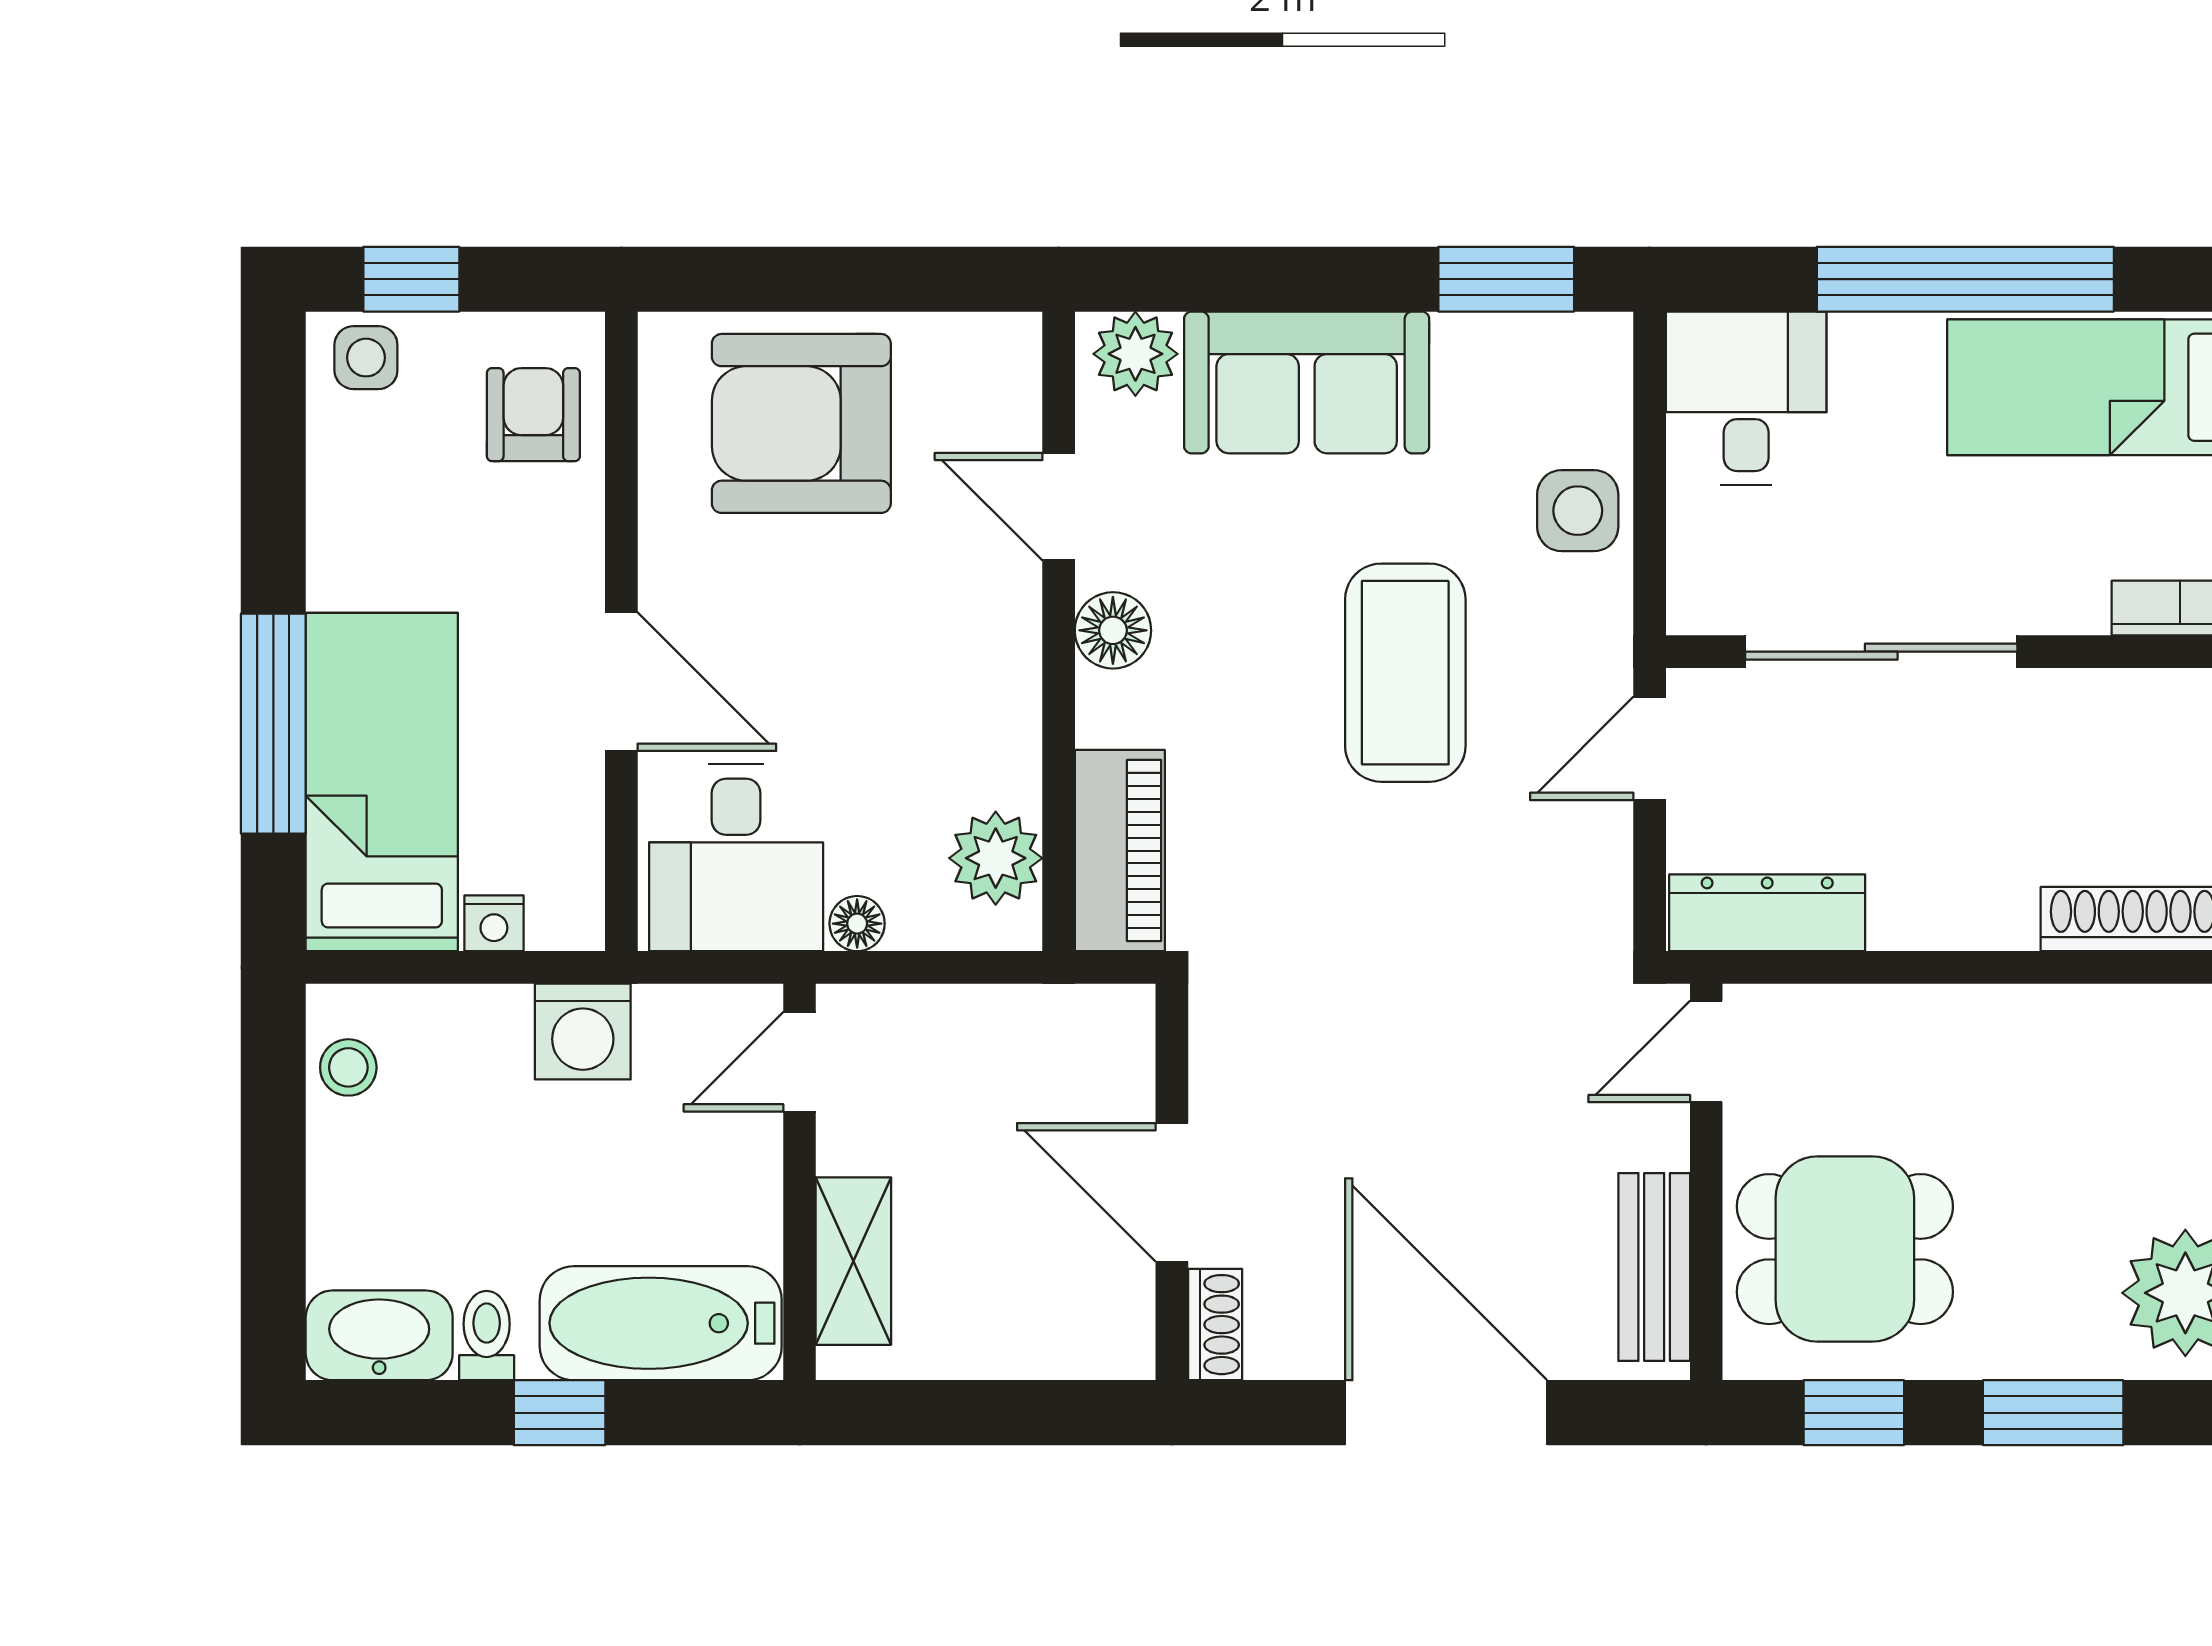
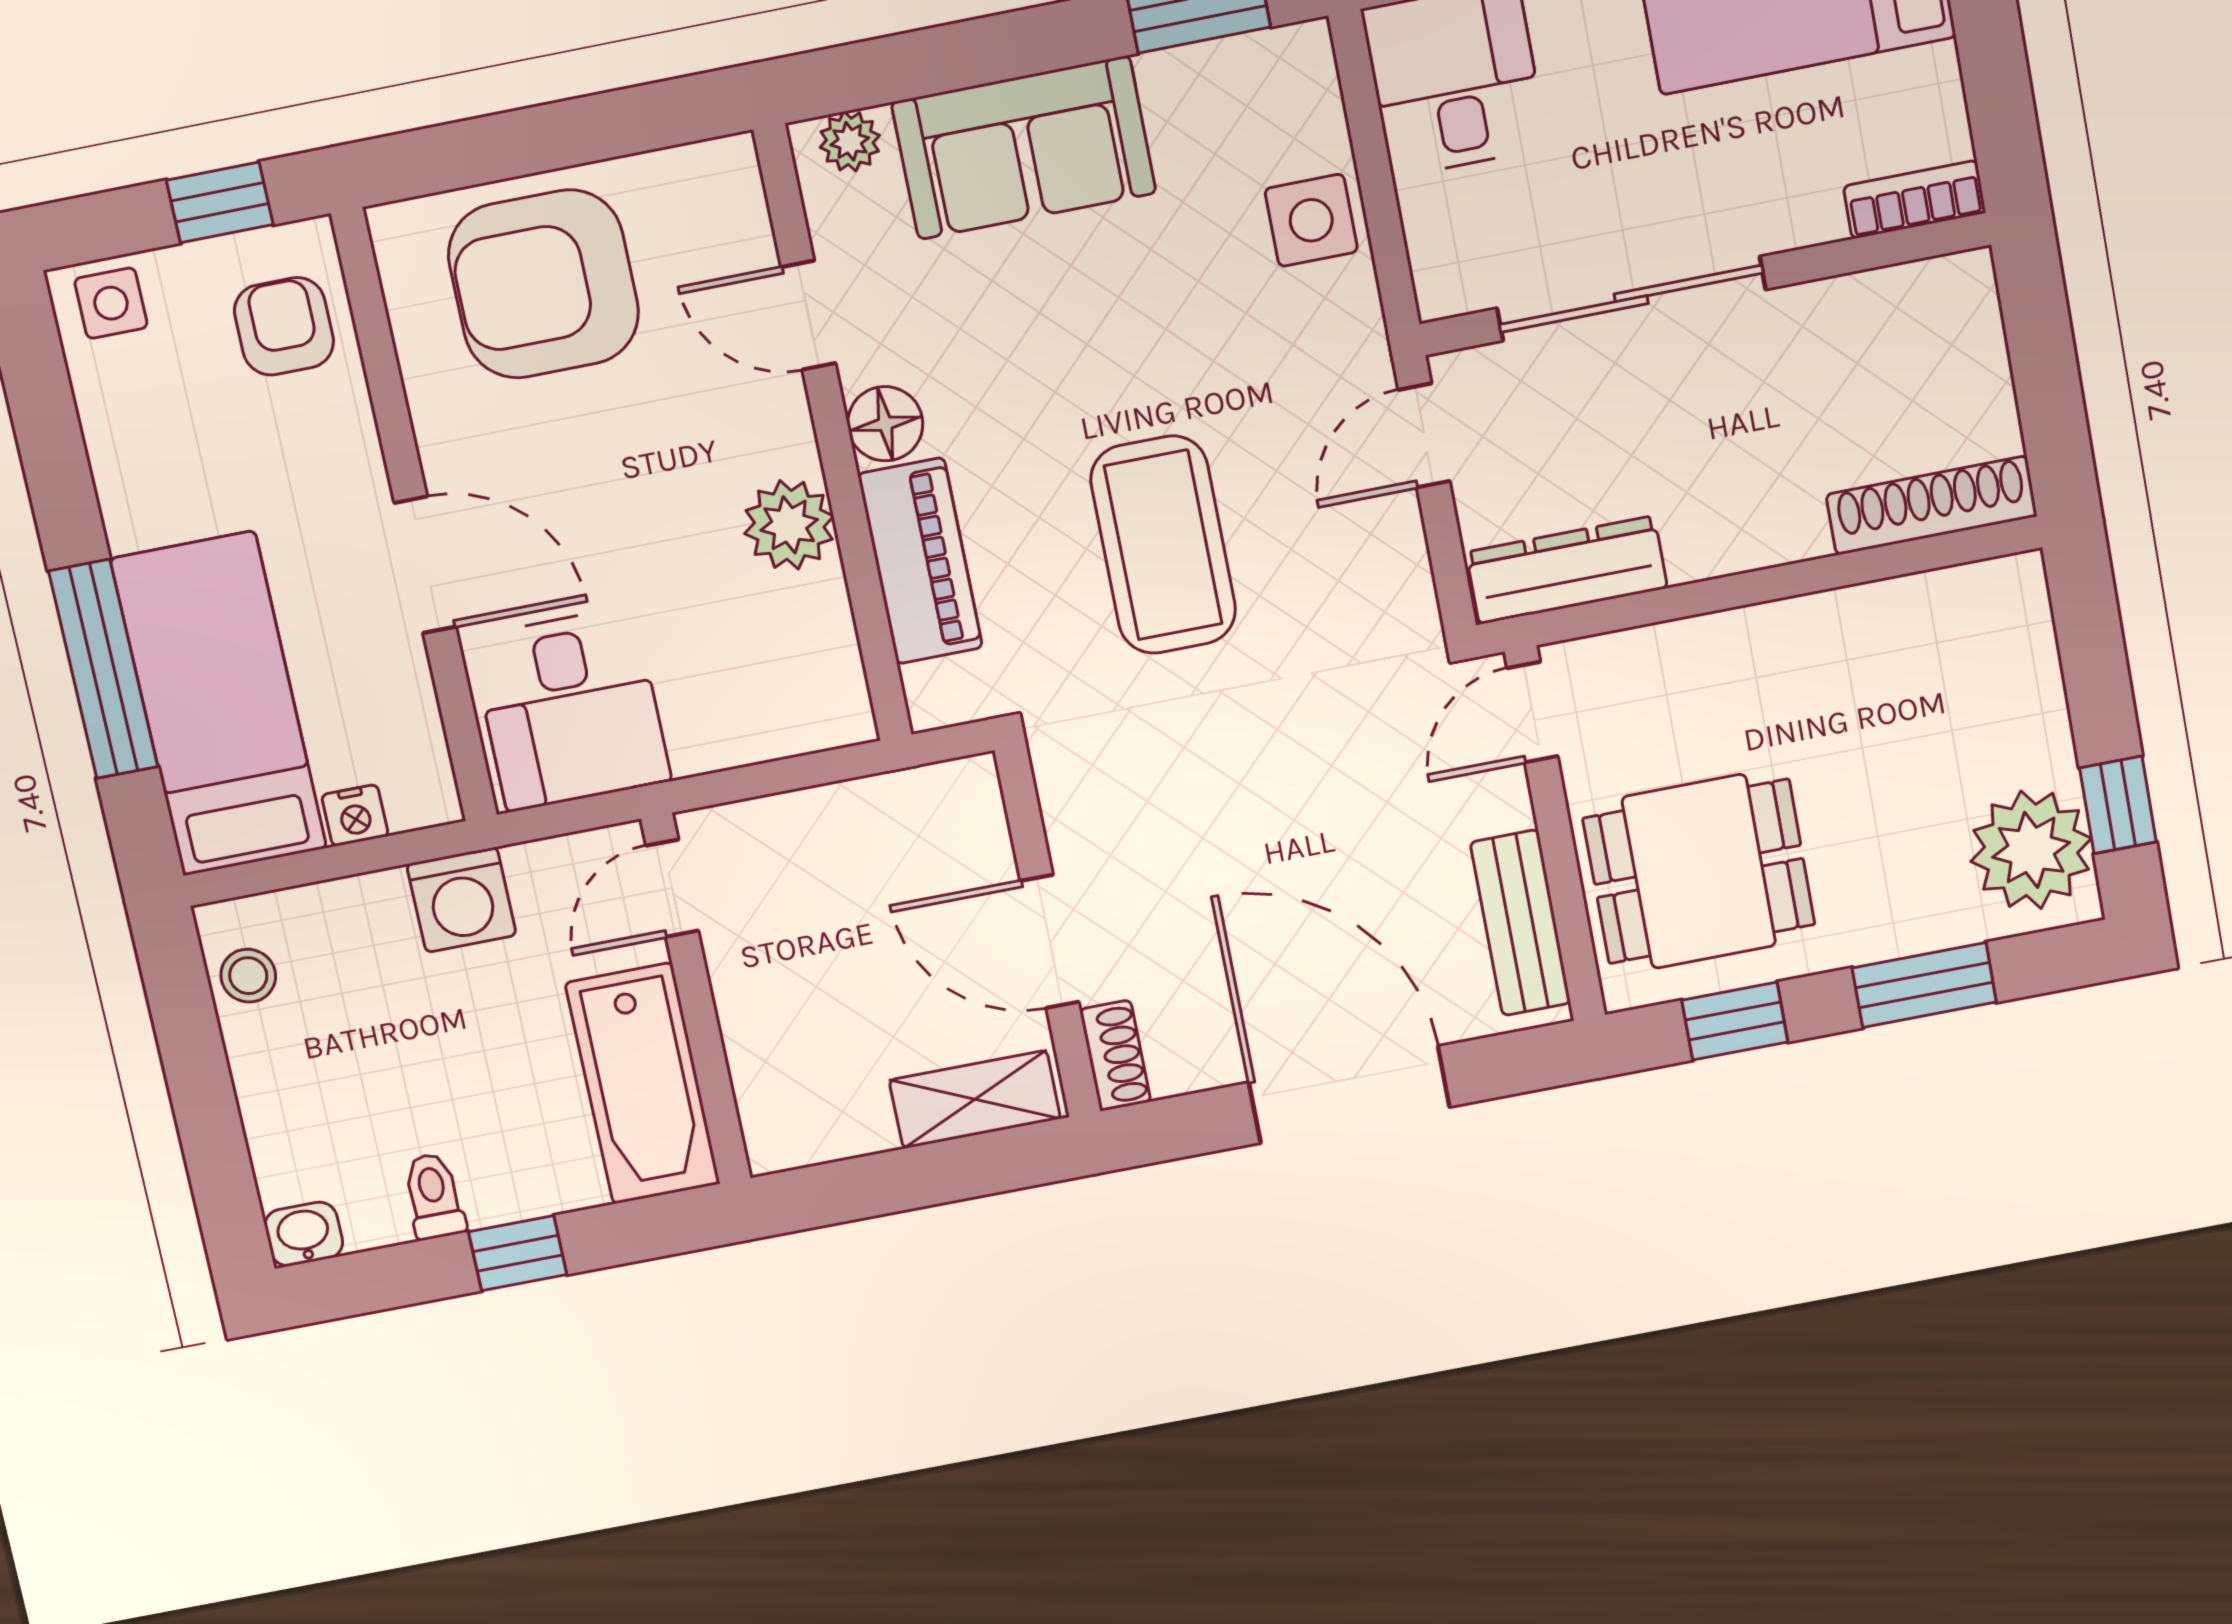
window: (411, 279) -> (220, 202), moved
plant: (1135, 354) -> (850, 141), width x0.73, depth x0.73
coffee table: (1405, 673) -> (1163, 545), moved
piano: (1120, 851) -> (920, 561), moved
plant: (996, 858) -> (789, 525), moved
floor lamp: (857, 924) -> (699, 749), removed
shelving: (853, 1261) -> (975, 1099), moved, turned 90
bathtub: (661, 1323) -> (643, 1084), moved, turned -90
washbasin: (379, 1335) -> (304, 1234), width x0.52, depth x0.69

